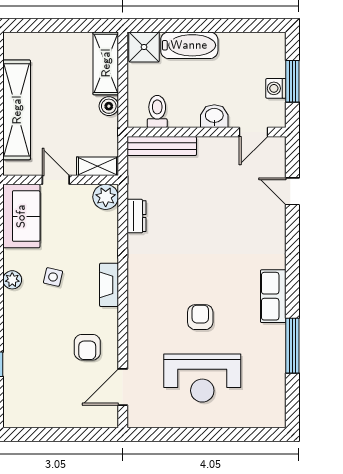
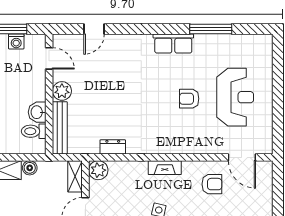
washbasin: (214, 116) -> (37, 112), moved
plant: (210, 149) -> (62, 91), added

